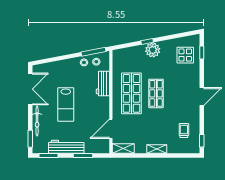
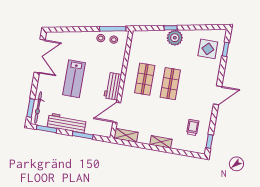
workbench: (103, 84) -> (113, 86), moved
shop shelf: (131, 93) -> (145, 79), width x0.70, depth x0.74
bicycle: (37, 121) -> (38, 108), moved

